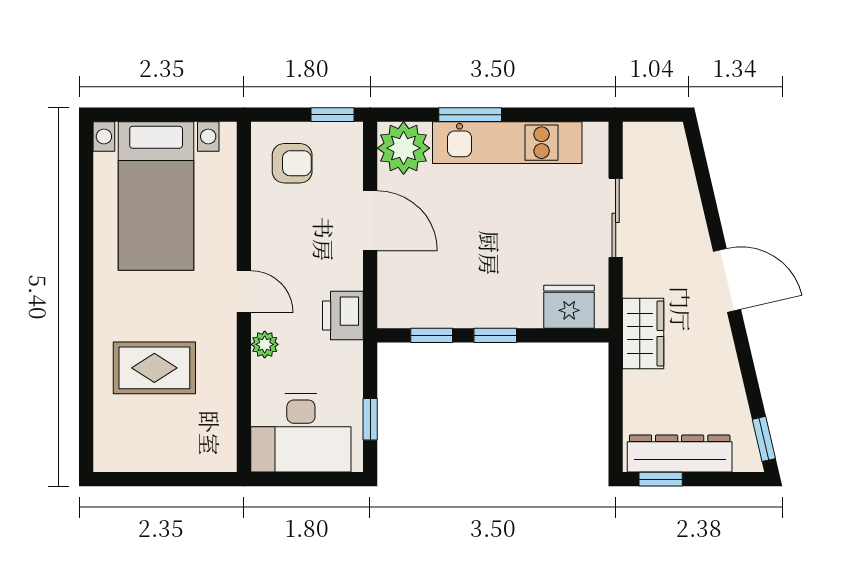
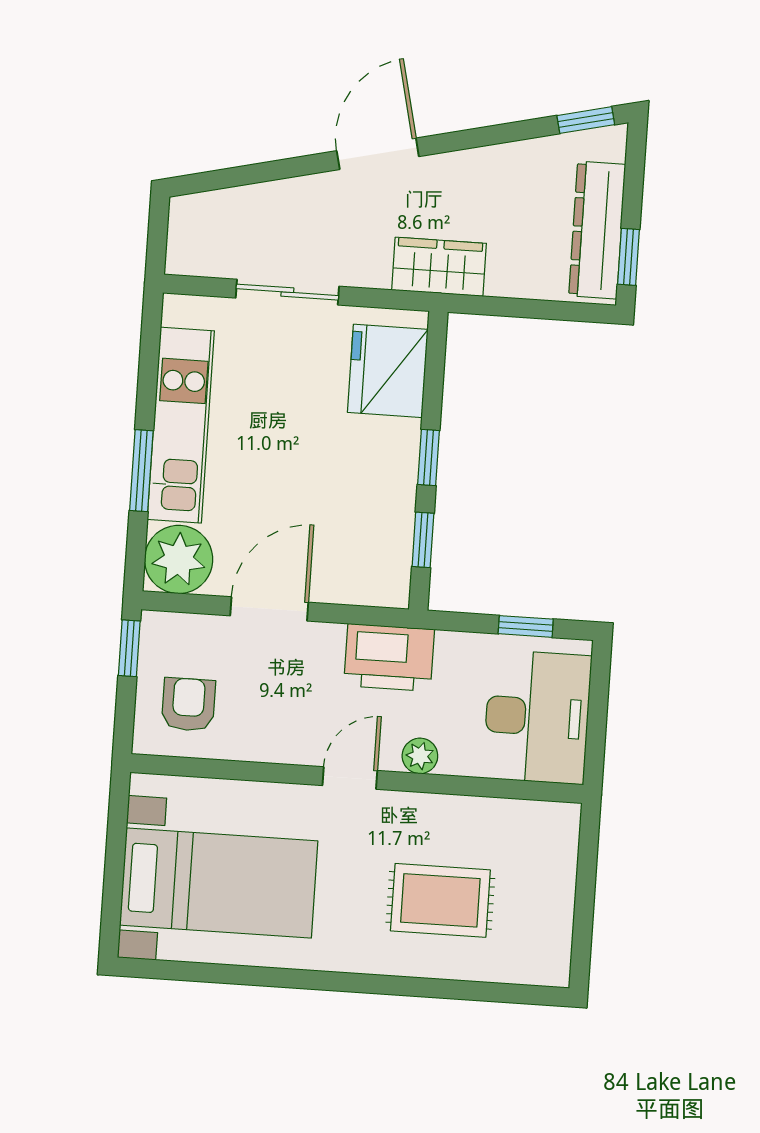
fridge: (569, 307) -> (388, 371), width x1.36, depth x1.34
printer: (343, 316) -> (389, 658), width x1.37, depth x1.19
rug: (154, 368) -> (440, 900), turned 90

